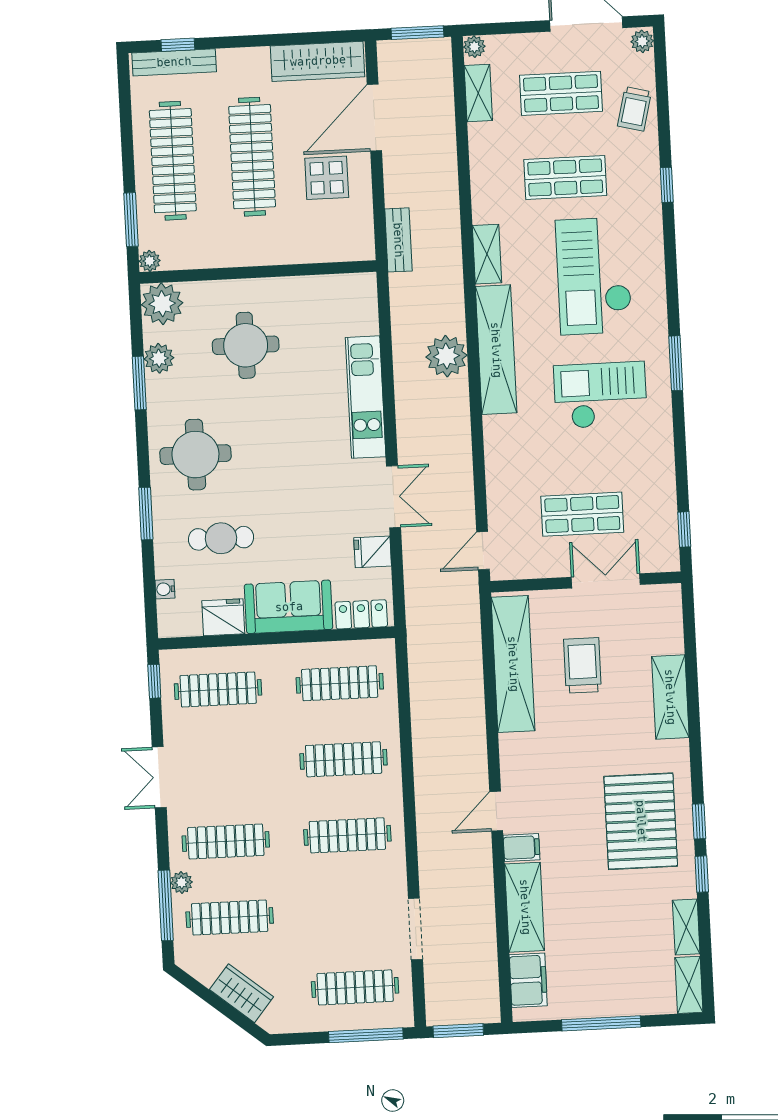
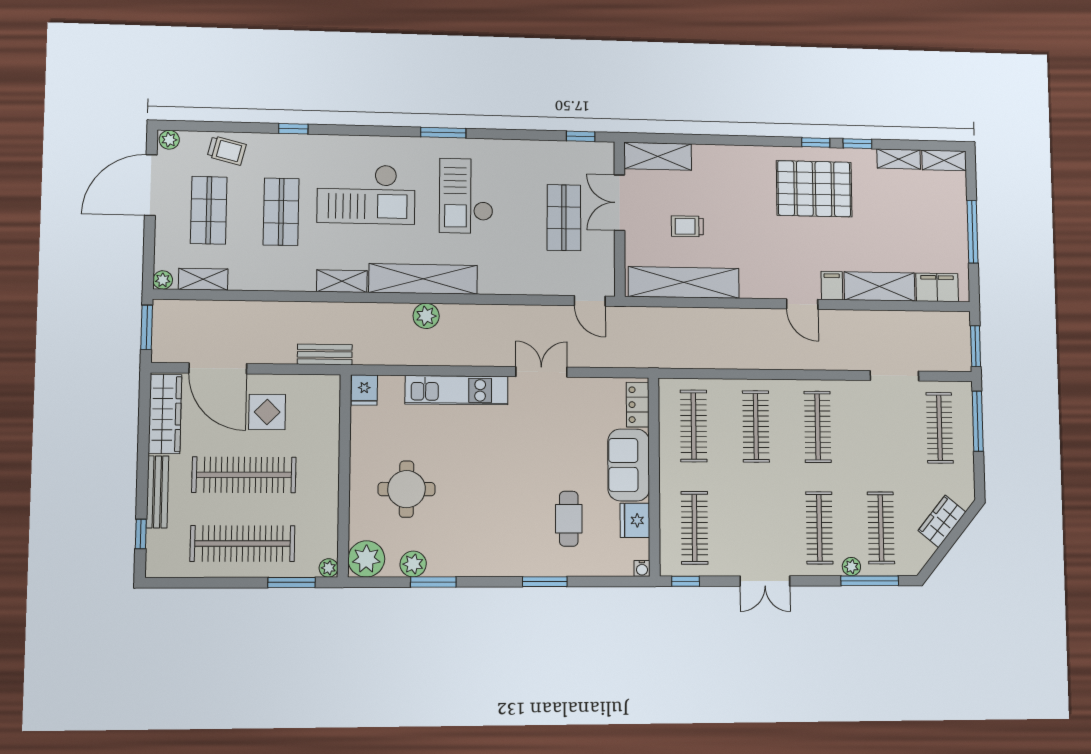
bench: (174, 62) -> (157, 492), moved
plant: (446, 356) -> (426, 316), width x0.73, depth x0.73
round table: (195, 455) -> (497, 537), removed
fridge: (373, 552) -> (364, 390), moved
water cooler: (165, 589) -> (642, 568), moved
trolley: (582, 665) -> (687, 226), width x0.73, depth x0.72
shelving: (670, 697) -> (658, 156), moved

